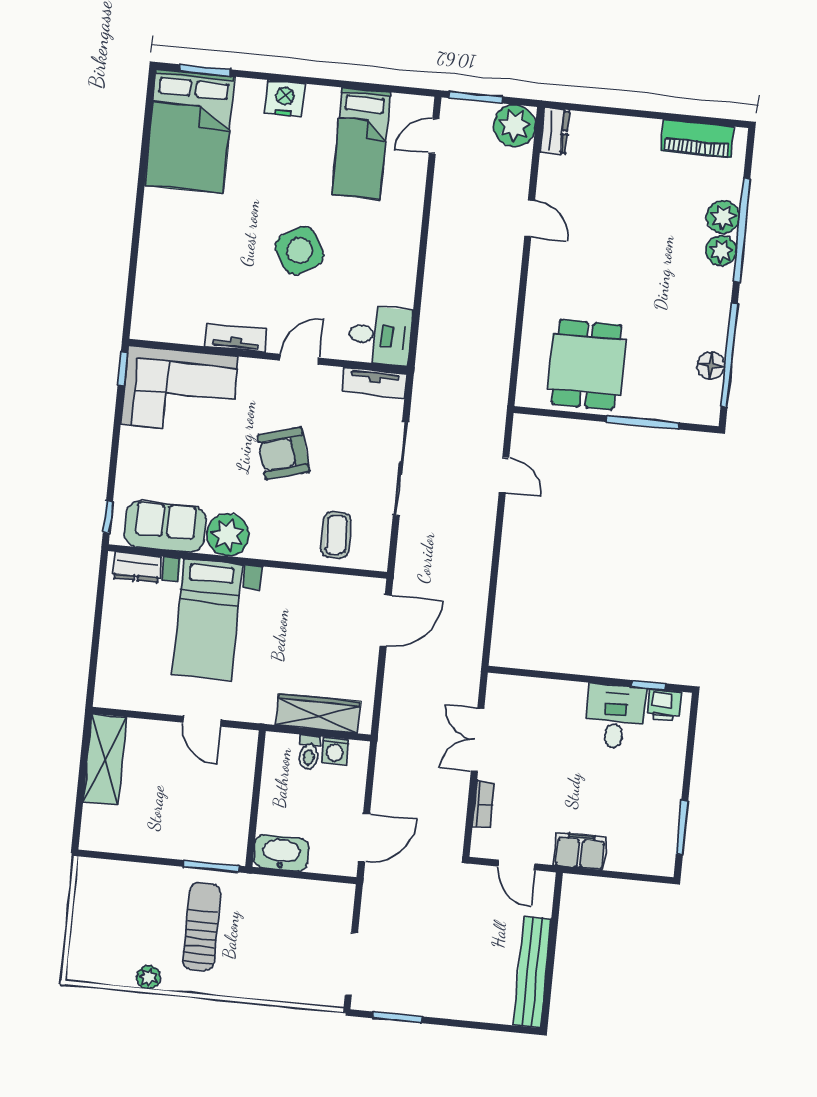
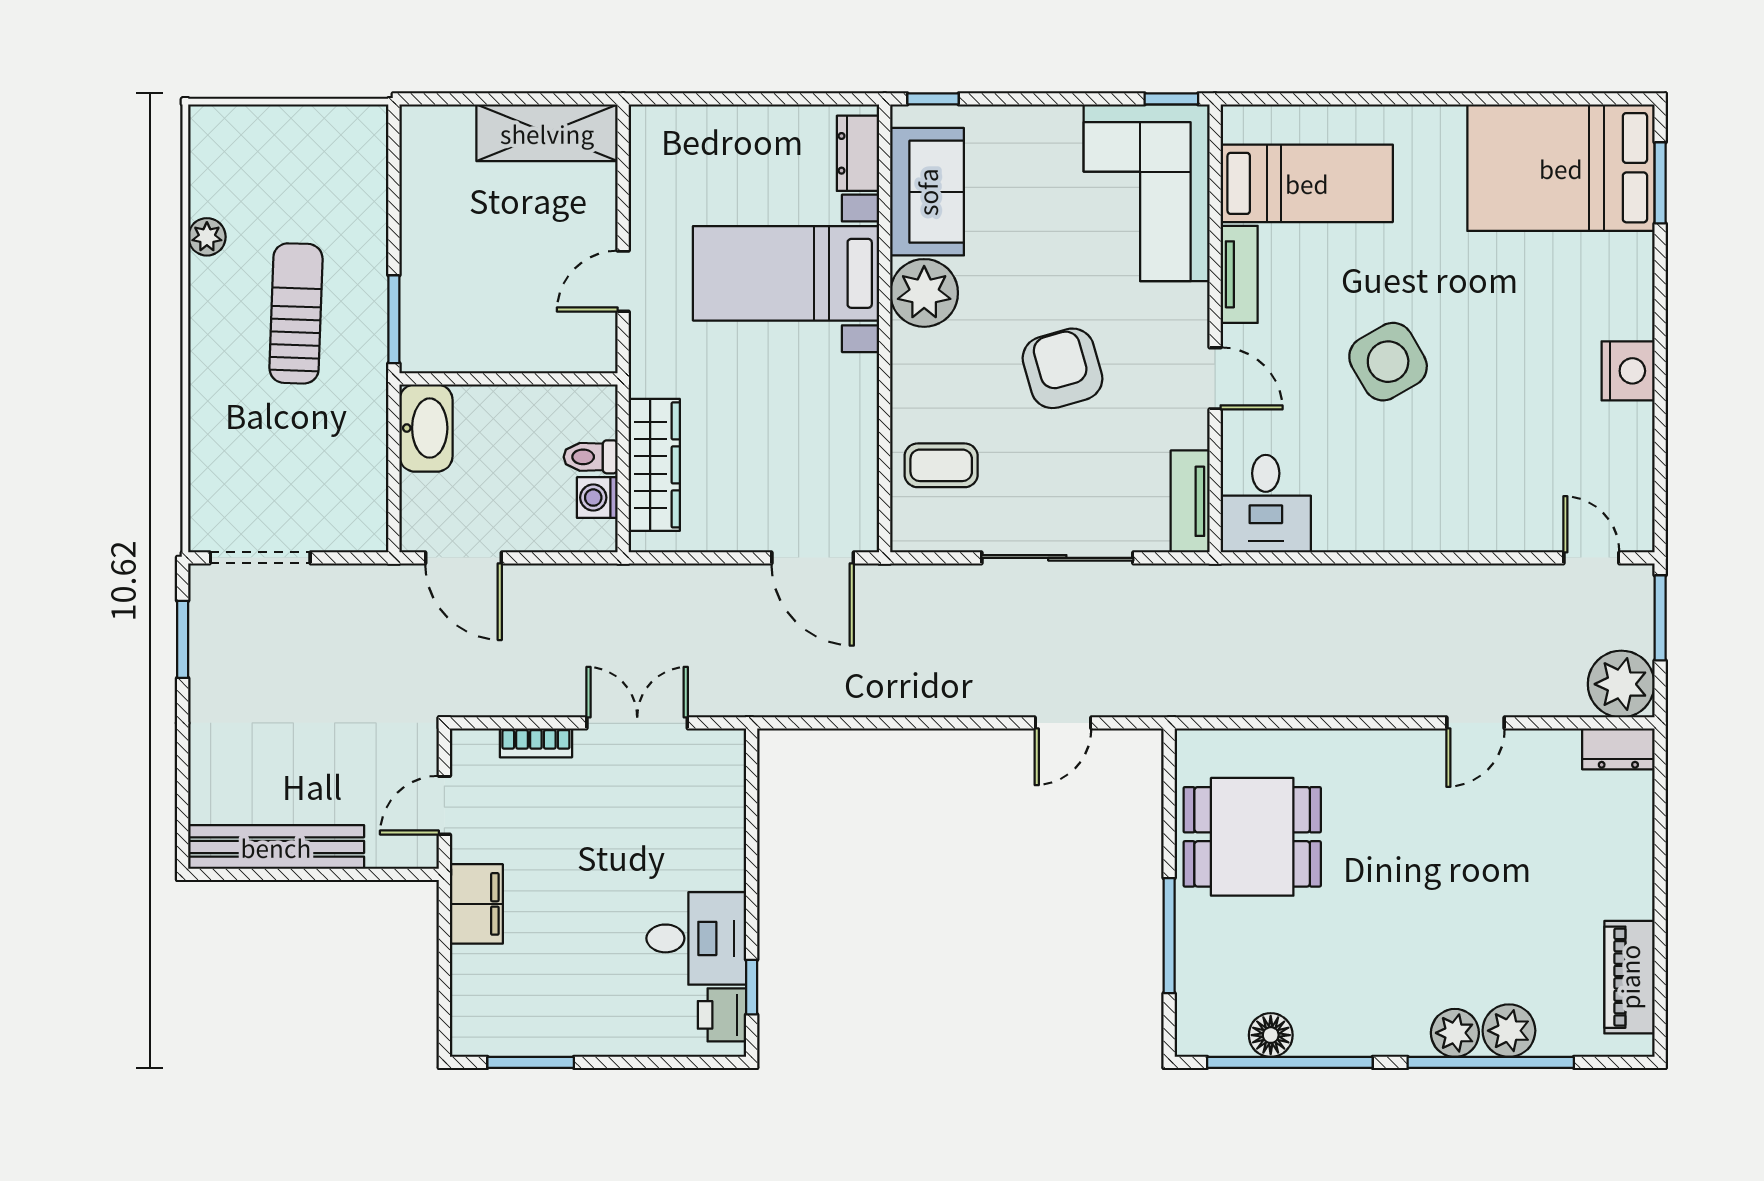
nightstand: (285, 98) -> (1628, 371), moved
bed: (361, 143) -> (1307, 183), moved, turned 180
sun lounger: (202, 927) -> (296, 313), turned -88

